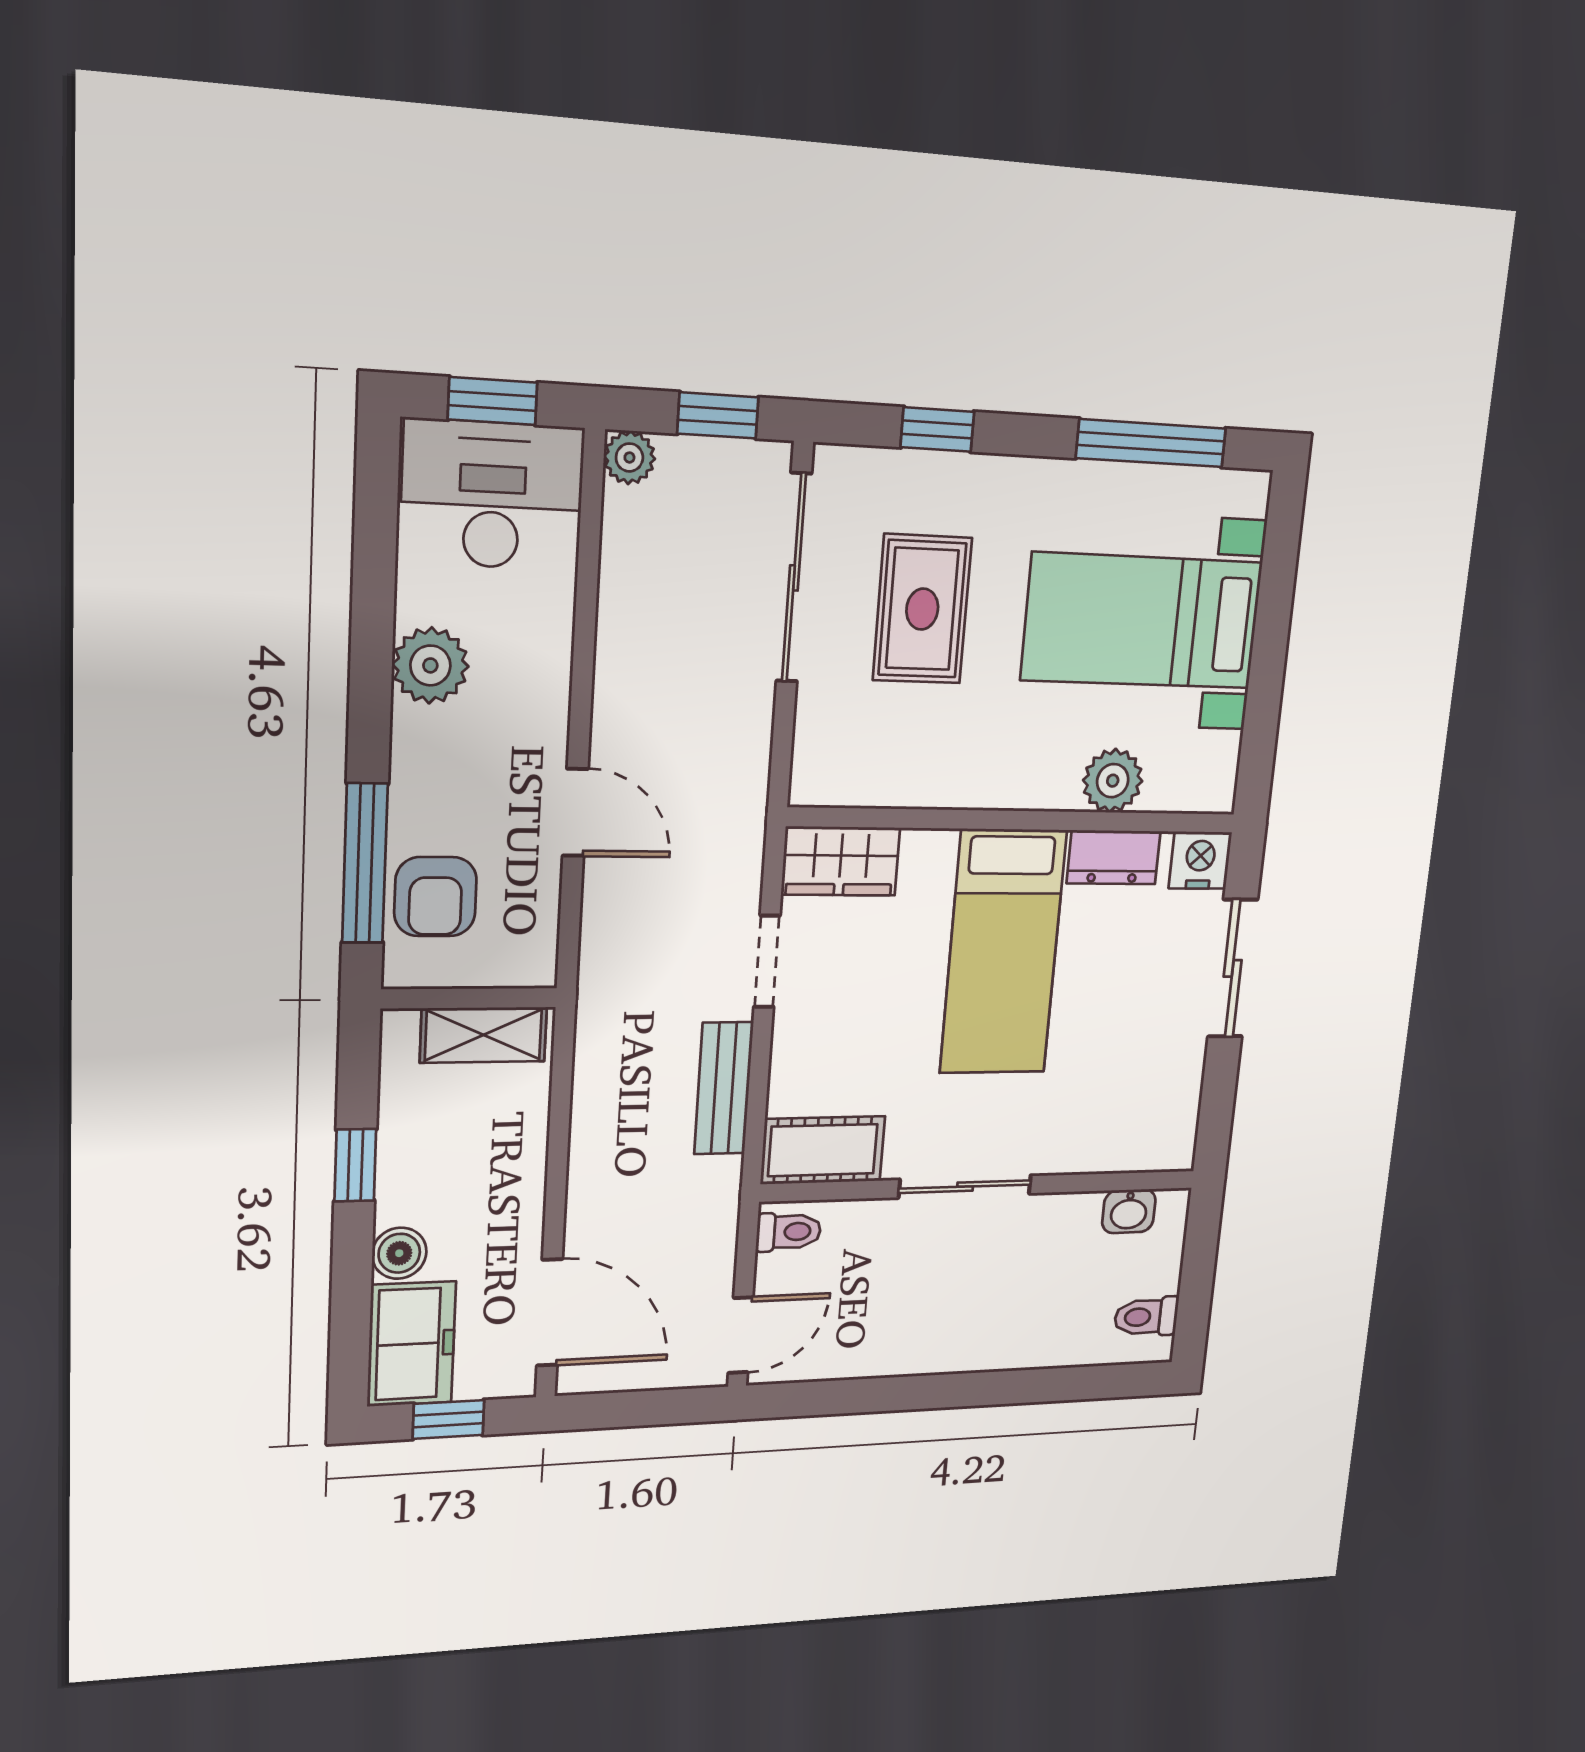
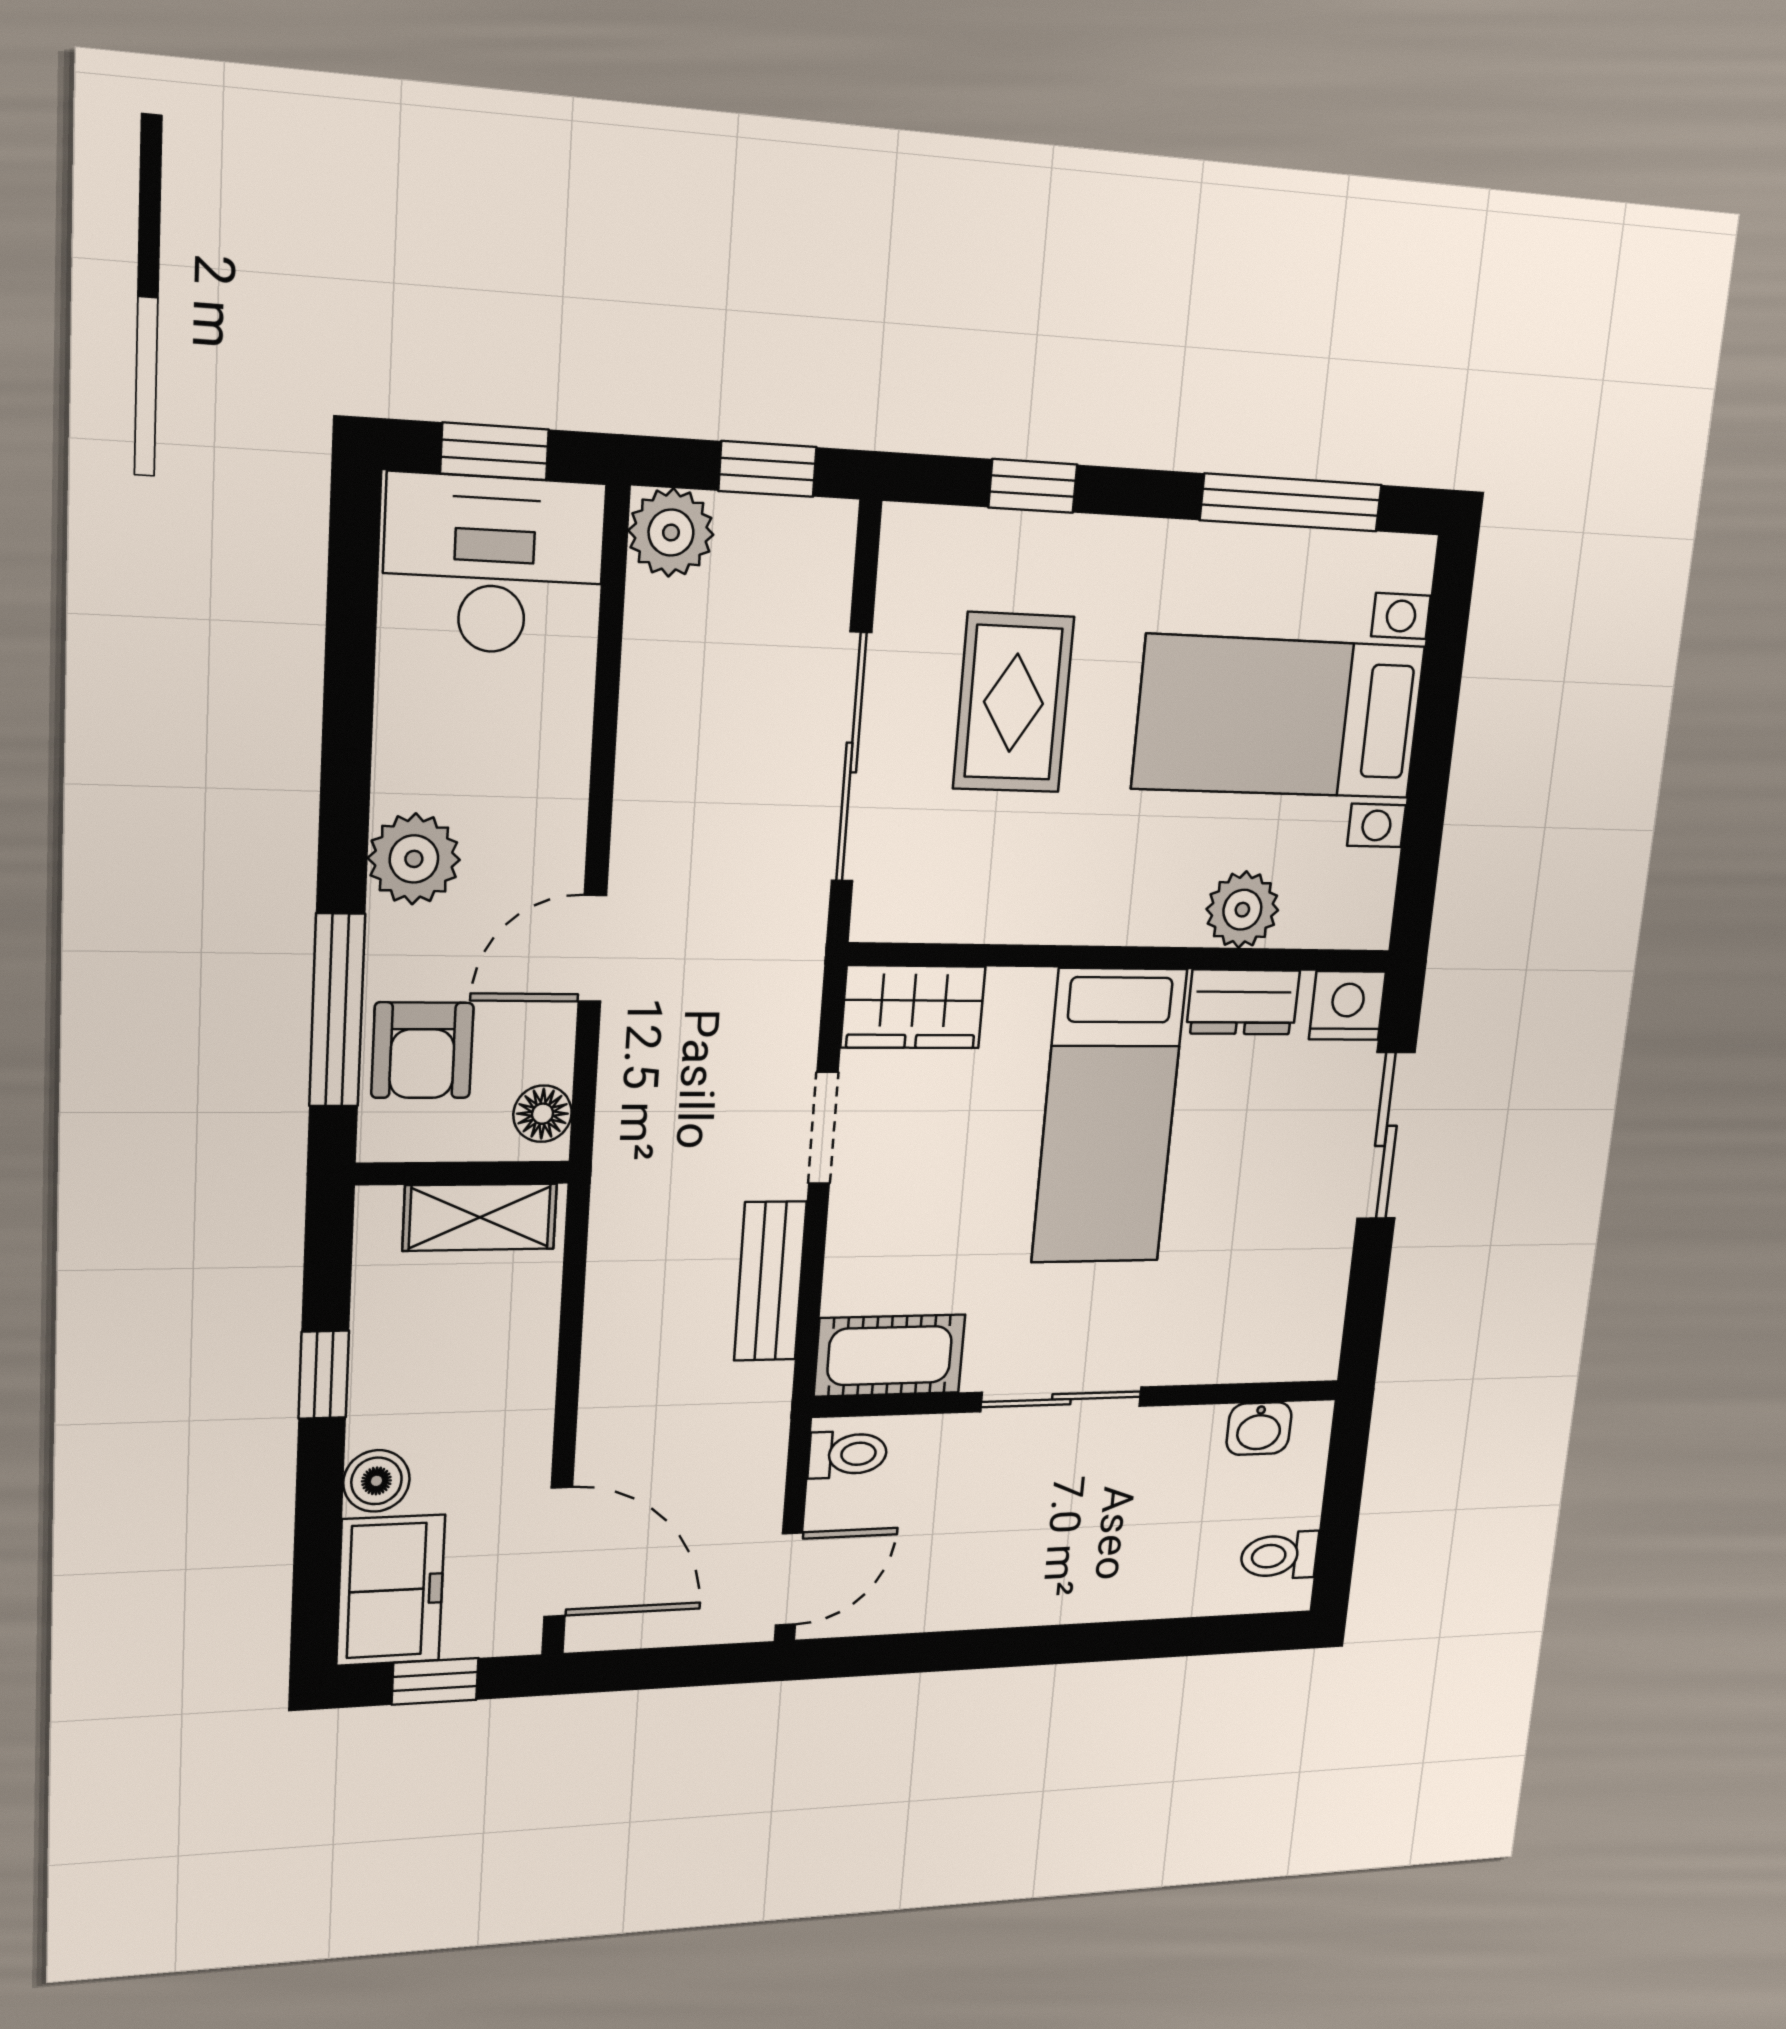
plant: (629, 457) -> (671, 533), width x1.38, depth x1.38
sliding door: (794, 578) -> (851, 758), moved
plant: (430, 665) -> (414, 859), moved
door: (575, 812) -> (592, 948), swing flipped
floor lamp: (535, 949) -> (543, 1114), added

